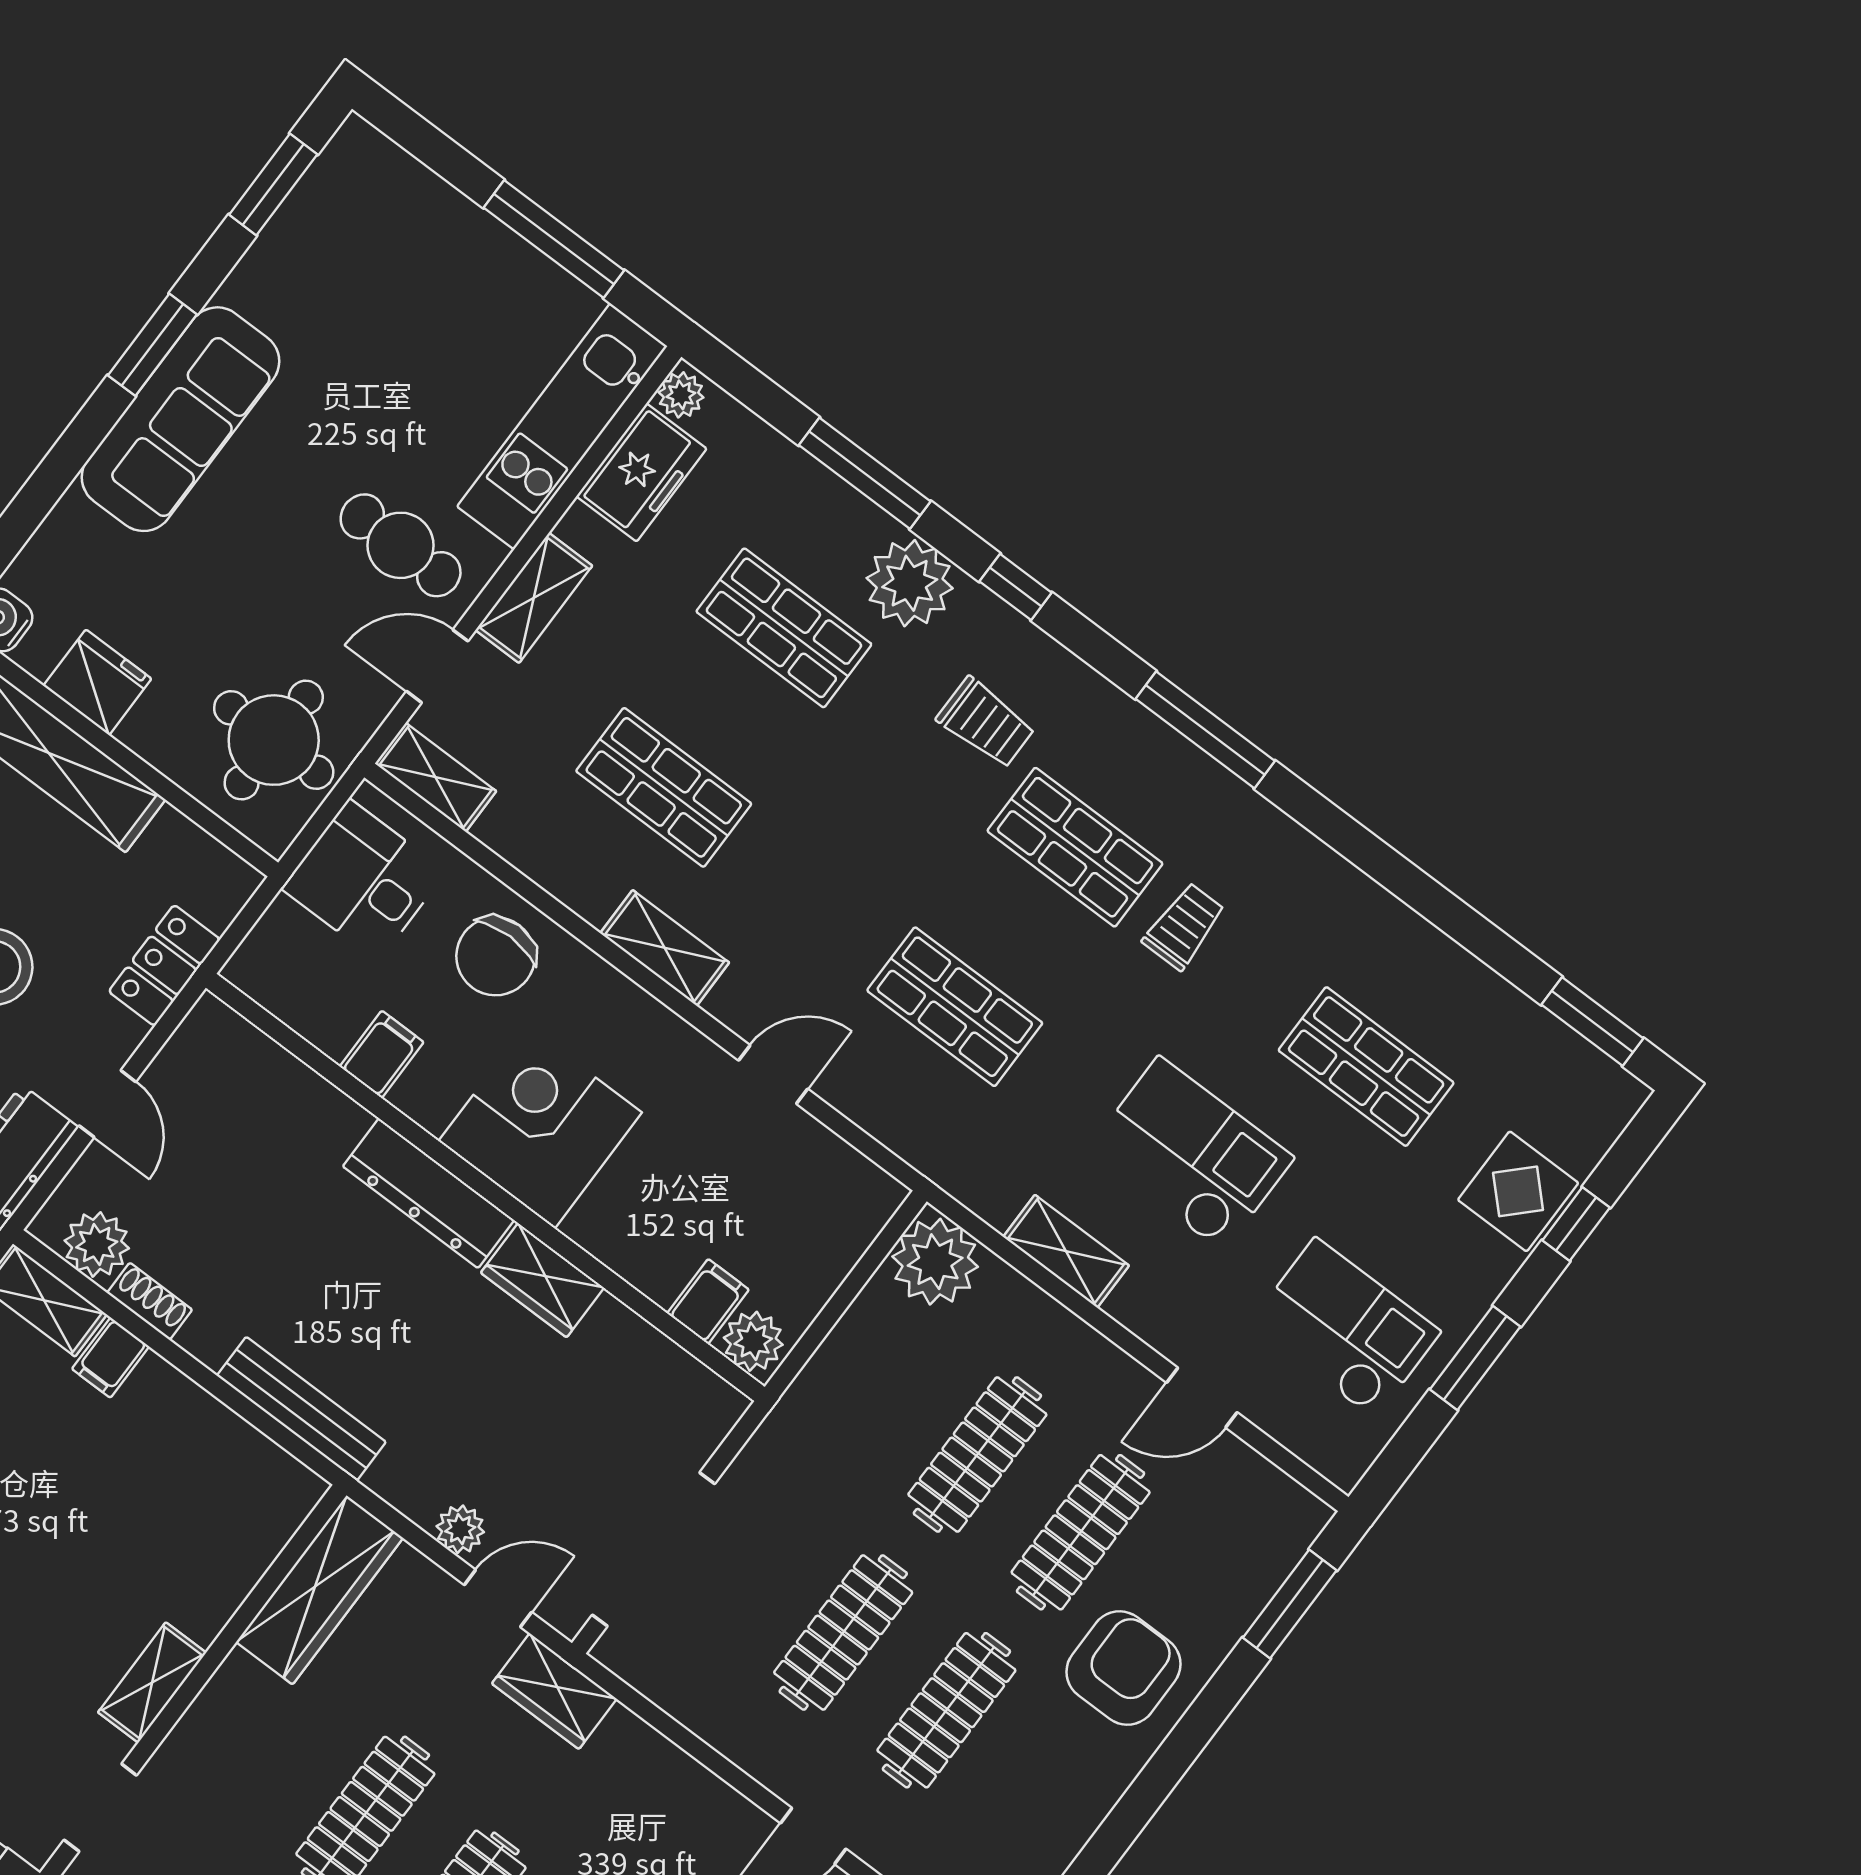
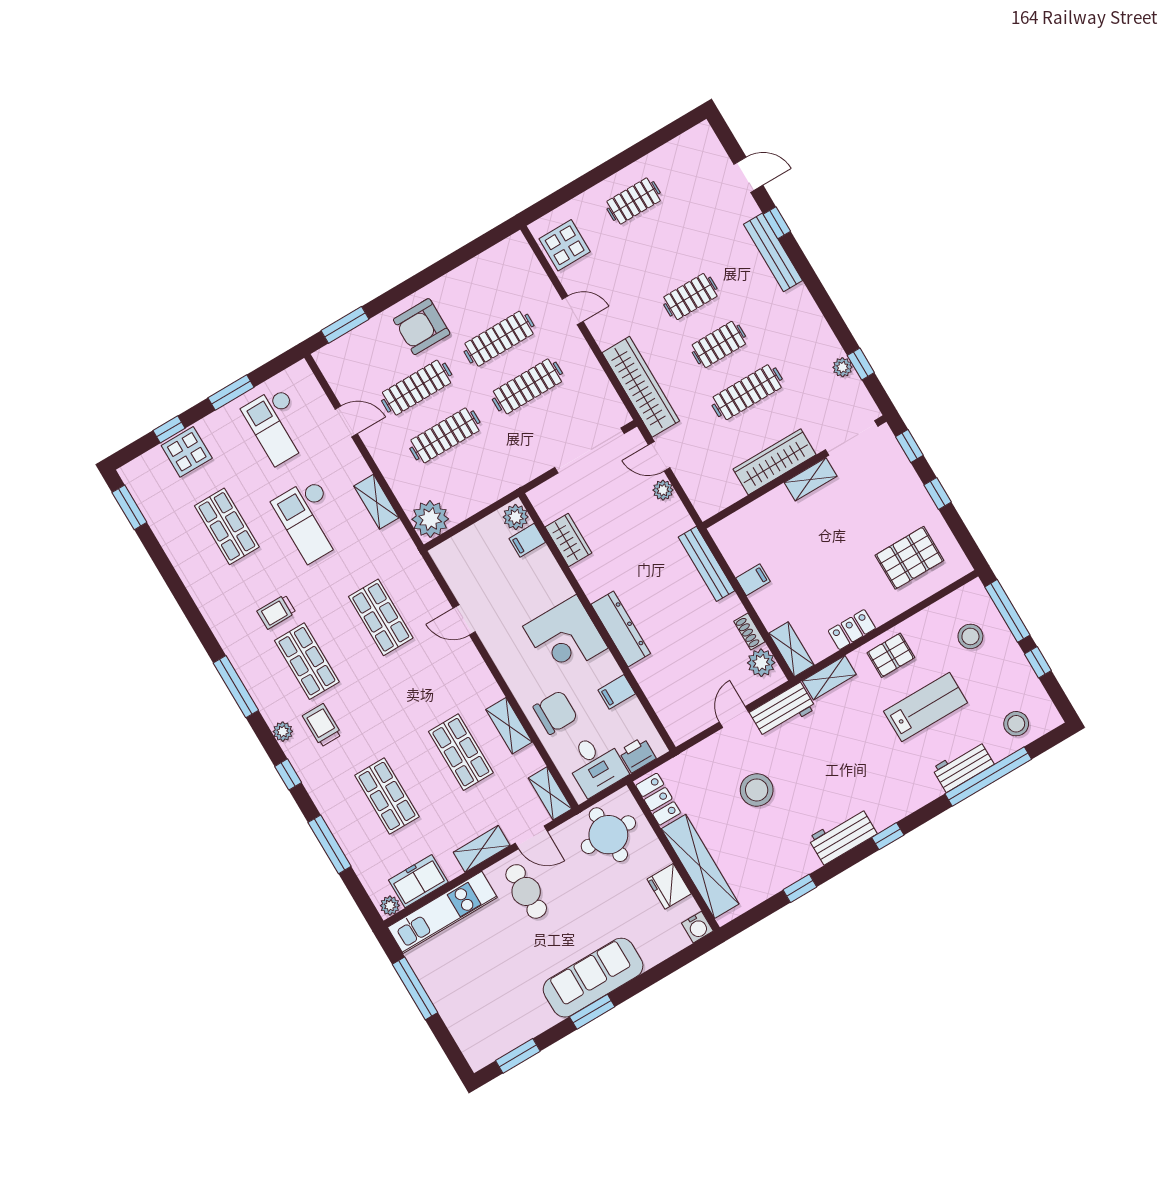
plant: (910, 583) -> (283, 732), moved, width x0.53, depth x0.53
printer: (282, 937) -> (637, 755), added
shelving: (665, 948) -> (509, 726), moved
locker: (164, 965) -> (658, 799), moved, turned -90
wardrobe: (542, 1280) -> (568, 540), moved
filing cabinet: (110, 1358) -> (753, 580), moved
wardrobe: (319, 1590) -> (774, 462), moved
wardrobe: (554, 1691) -> (641, 387), width x2.10, depth x1.17
doorway: (100, 1808) -> (852, 438), width x1.38

